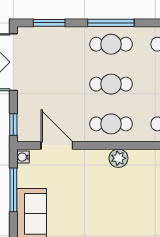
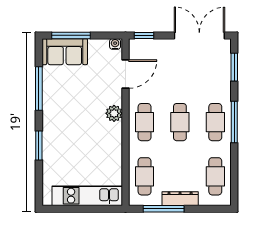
plant: (118, 158) -> (114, 113), moved
window: (13, 190) -> (71, 35), moved

